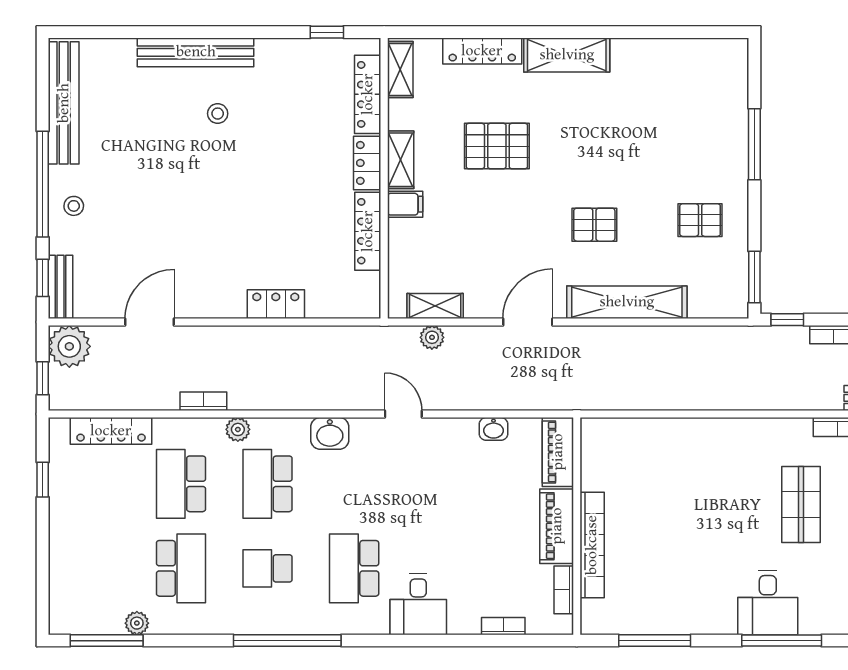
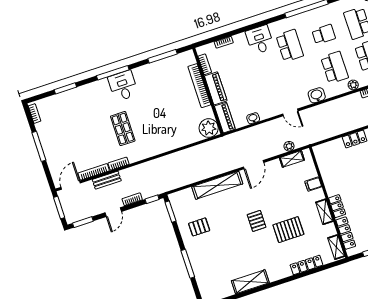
shelving: (567, 55) -> (250, 282), moved
filing cabinet: (405, 204) -> (313, 184), moved
pallet: (594, 225) -> (257, 221), moved, turned 90
locker: (368, 231) -> (328, 179), removed
plant: (603, 440) -> (209, 128), added

